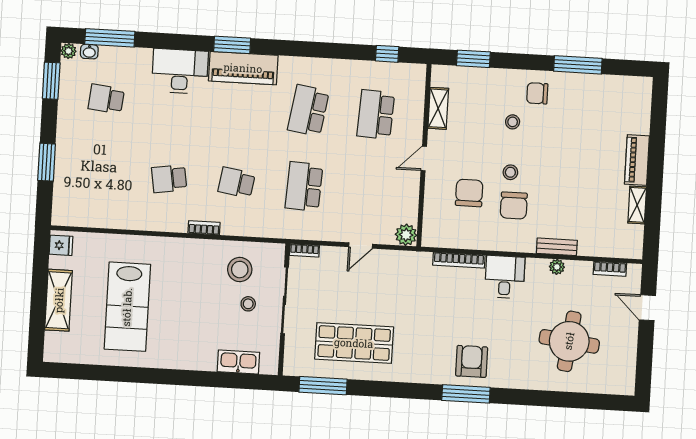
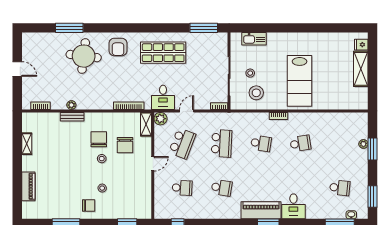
plant: (69, 51) -> (363, 144), moved
desk: (180, 71) -> (293, 206), width x0.73
shelving: (438, 108) -> (146, 124), moved
school desk: (308, 111) -> (222, 188), width x0.54
school desk: (376, 114) -> (182, 188), width x0.54
piano: (637, 160) -> (28, 186), moved
school desk: (371, 190) -> (182, 143), added
fridge: (61, 245) -> (361, 45), moved
desk: (505, 277) -> (163, 97), moved
lab bench: (127, 307) -> (300, 81), moved, turned 180
door: (647, 308) -> (17, 69), moved
round table: (569, 341) -> (84, 56), moved
shop shelf: (354, 343) -> (163, 53), moved
window: (466, 394) -> (69, 28), moved

